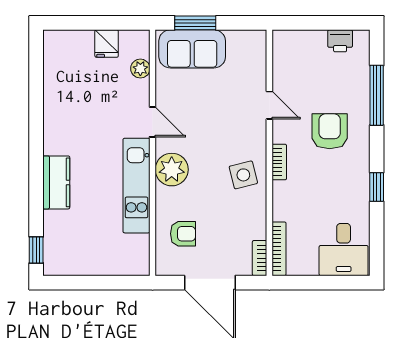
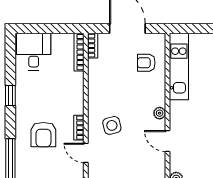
bookcase: (279, 162) -> (79, 128), moved
plant: (172, 170) -> (160, 113), width x0.53, depth x0.53
side table: (243, 175) -> (112, 125), moved
kitchen unit: (136, 186) -> (179, 66), moved

